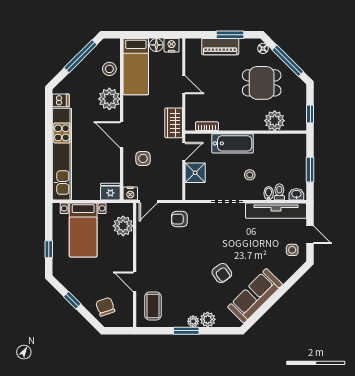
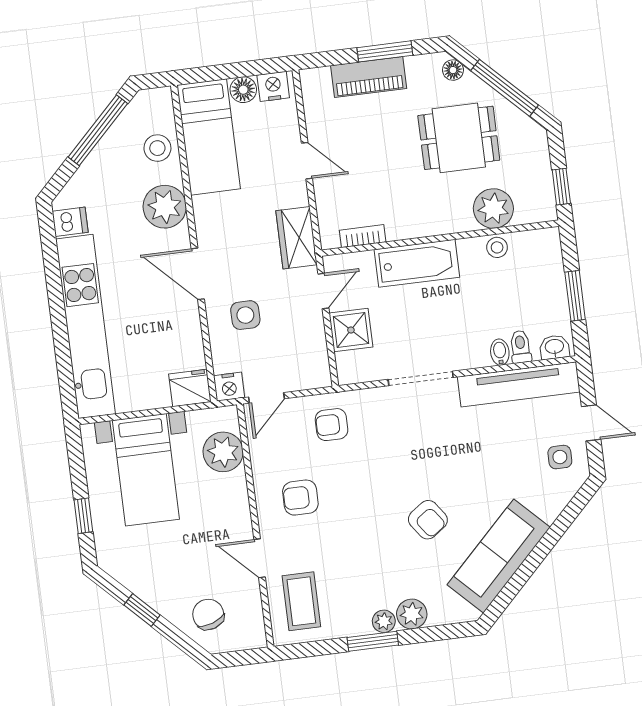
stool: (250, 175) -> (497, 247), moved
armchair: (159, 254) -> (300, 498), added

